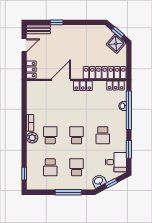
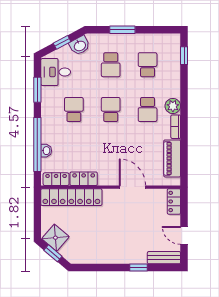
door: (24, 45) -> (184, 235), hinge flipped
door: (61, 80) -> (132, 187), swing flipped
locker: (83, 86) -> (84, 179), moved
piano: (33, 100) -> (172, 158), added
school desk: (77, 135) -> (111, 109), turned 180
window: (68, 192) -> (122, 30), width x0.69

